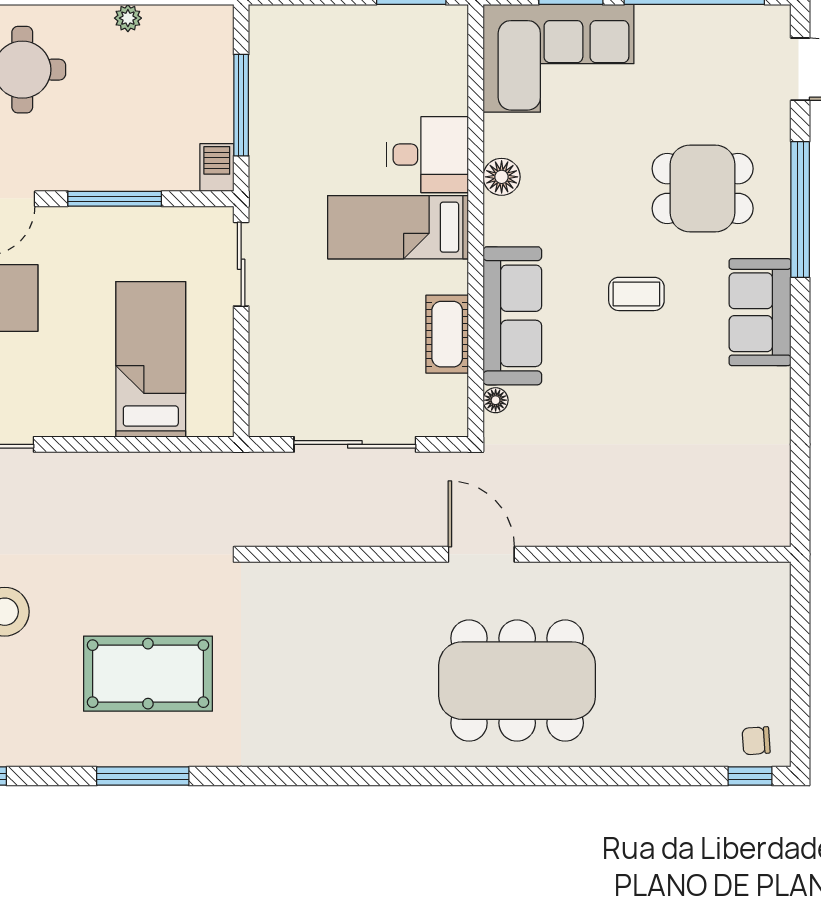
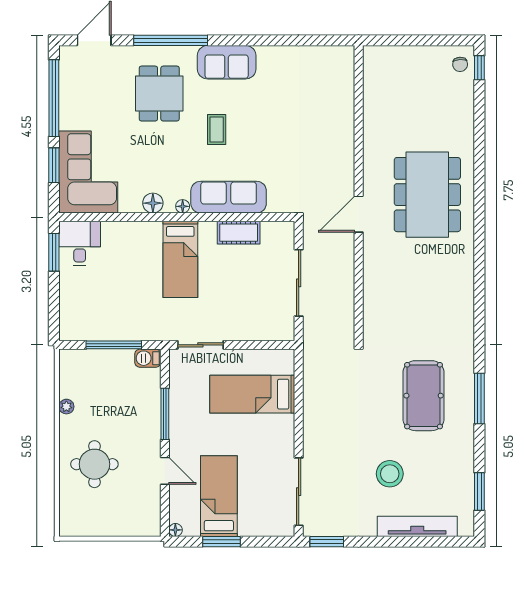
desk: (427, 155) -> (80, 243), moved
floor lamp: (496, 400) -> (183, 206), moved

